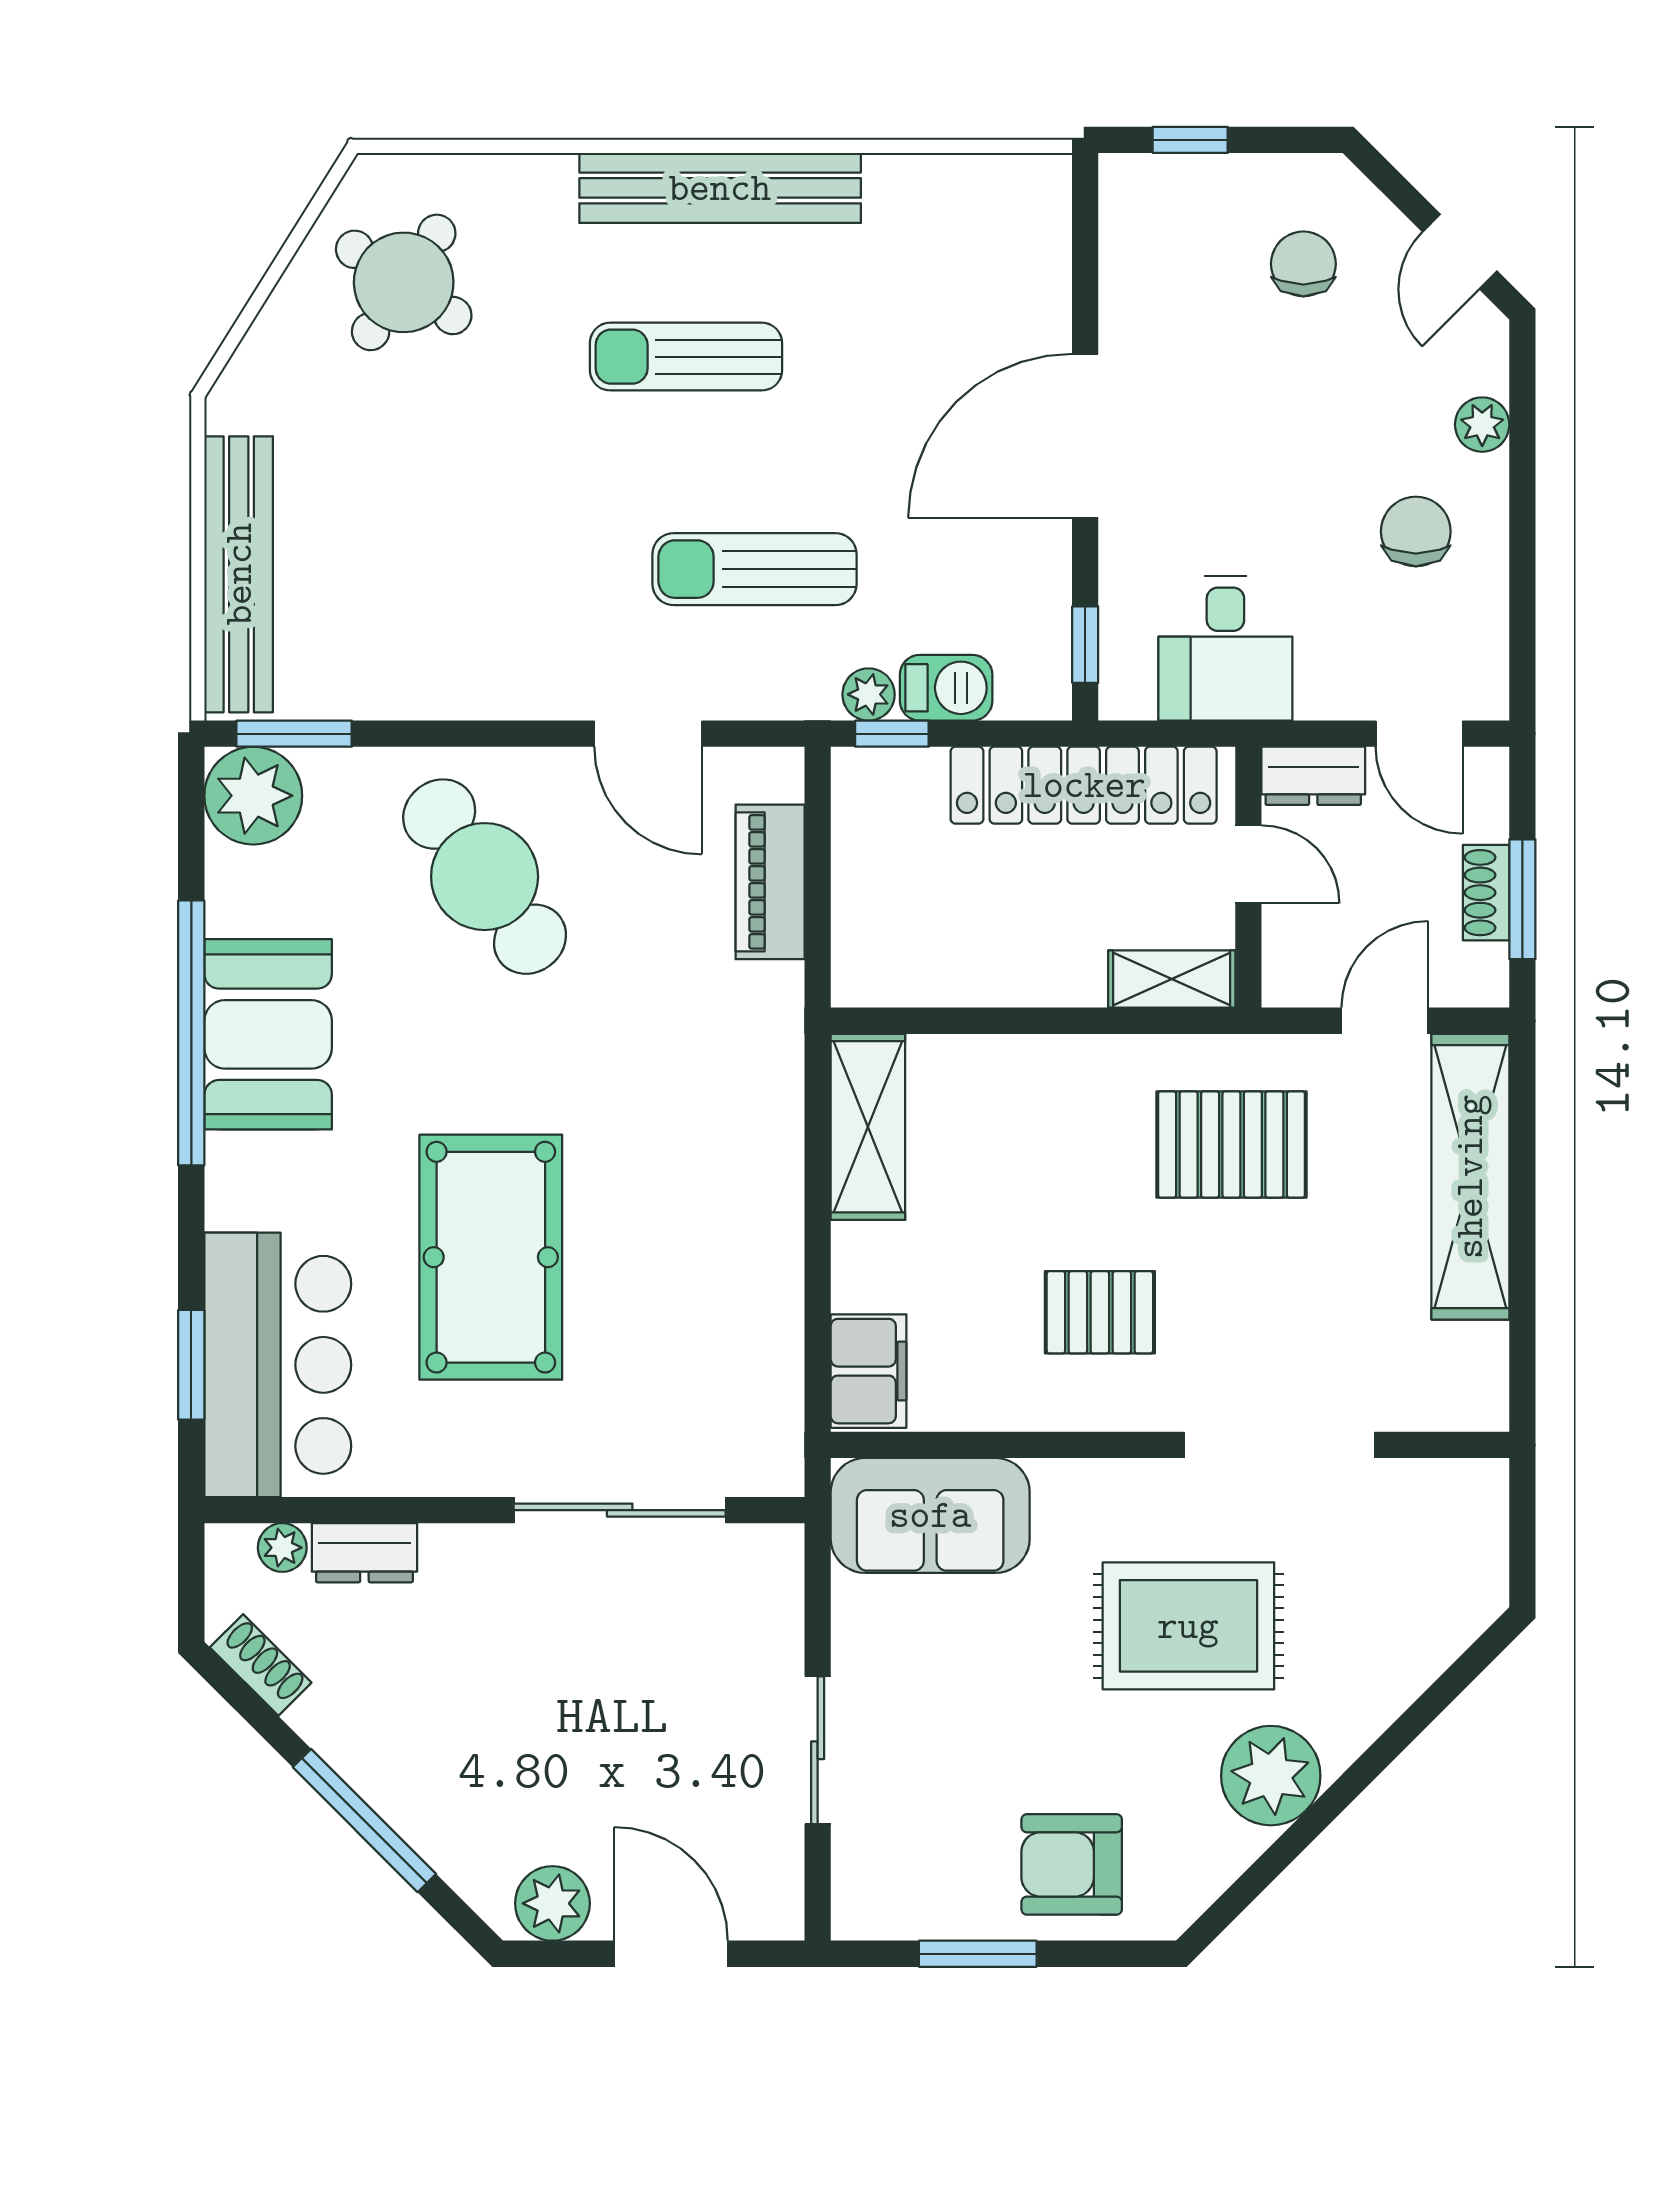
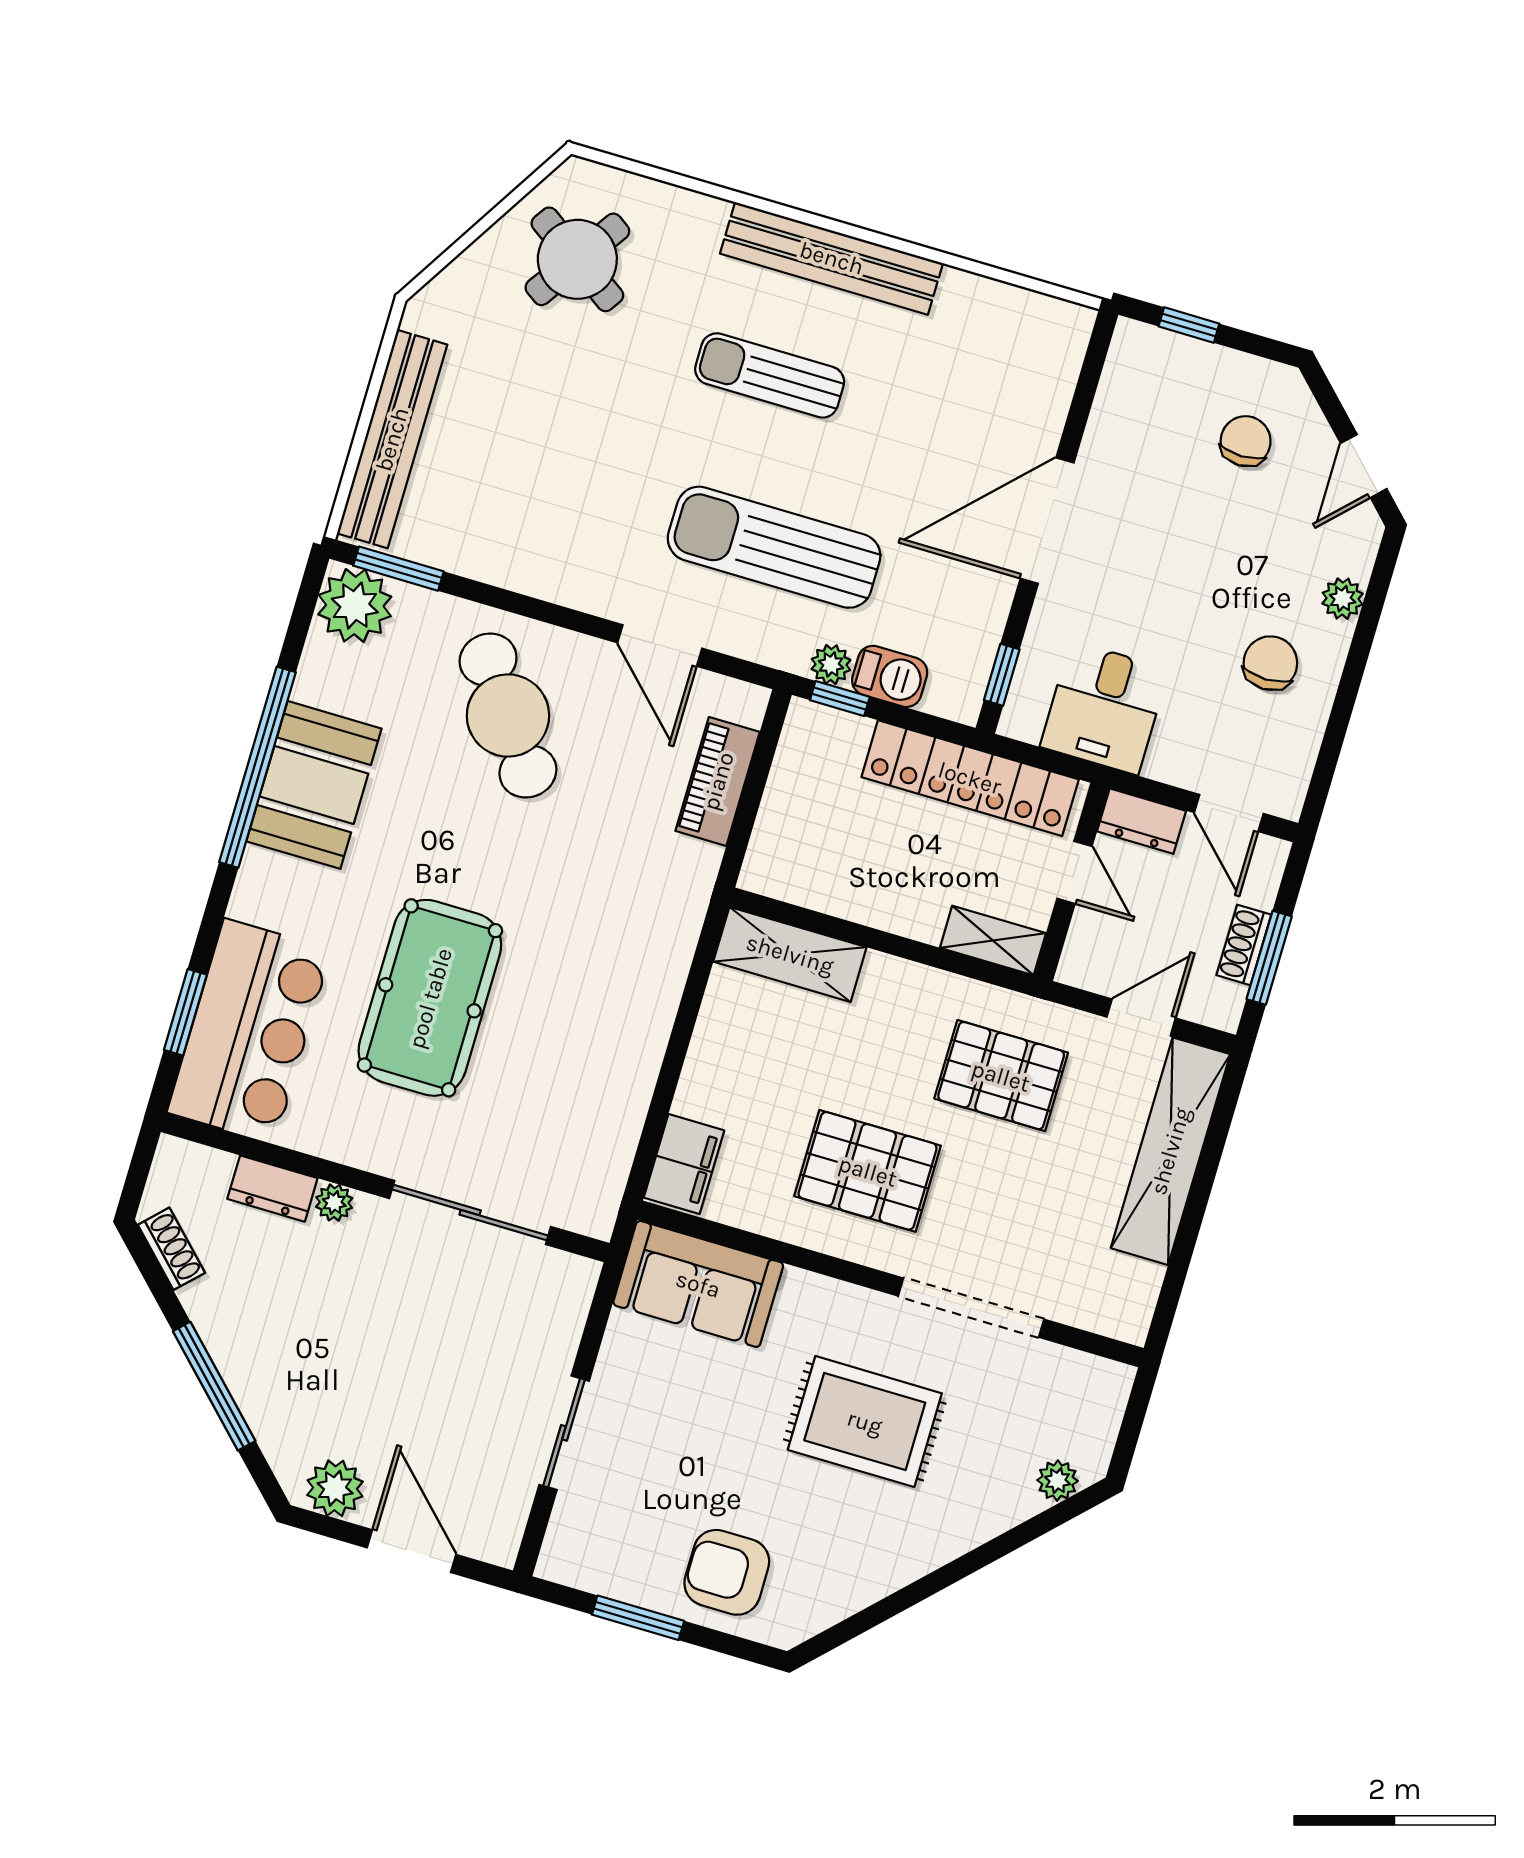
sun lounger: (755, 569) -> (774, 547), width x1.36, depth x1.34
shelving: (868, 1127) -> (790, 954), moved, turned 90
pallet: (1100, 1312) -> (868, 1171), width x1.50, depth x1.42
plant: (282, 1548) -> (334, 1203), moved
plant: (1271, 1776) -> (1057, 1481), moved, width x0.53, depth x0.53

